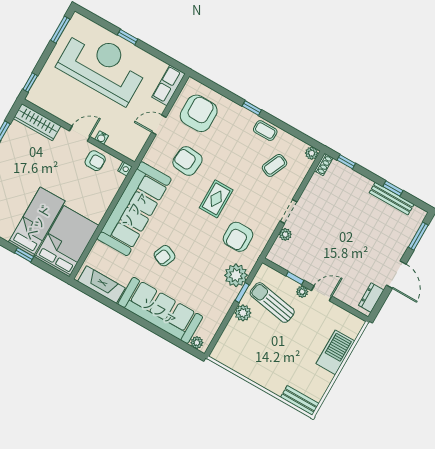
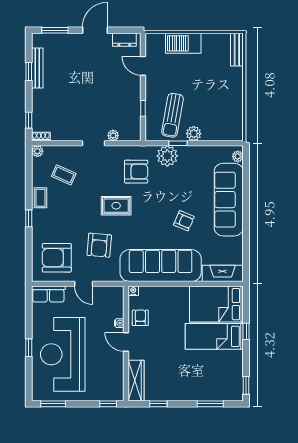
fireplace: (101, 285) -> (222, 273), moved, turned 90
plant: (302, 292) -> (151, 97), removed
door: (322, 293) -> (143, 66), moved

